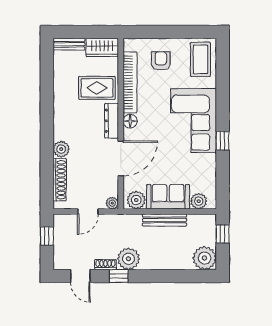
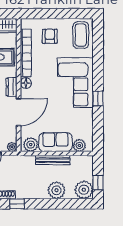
dresser: (112, 121) -> (11, 87), width x0.70
window: (223, 234) -> (98, 182), moved
plant: (128, 259) -> (57, 190), moved

